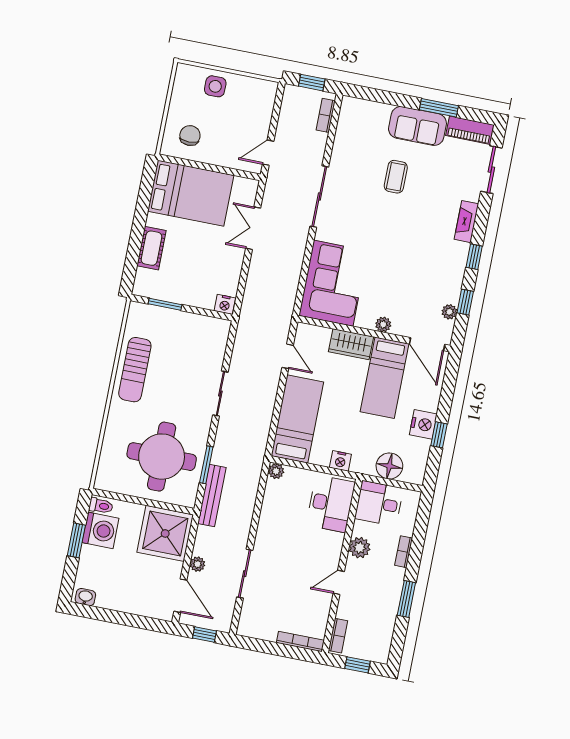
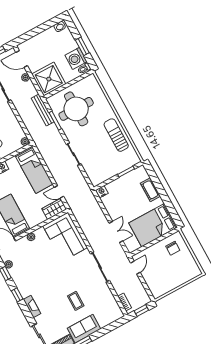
side table: (215, 86) -> (179, 277), removed
wardrobe: (351, 344) -> (54, 209), moved

